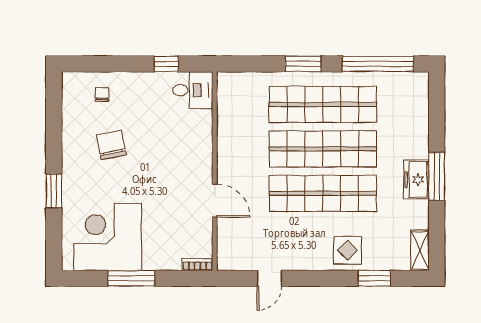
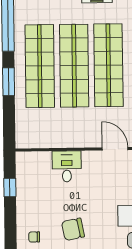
desk: (193, 90) -> (67, 166), moved
door: (215, 201) -> (115, 149), hinge flipped

